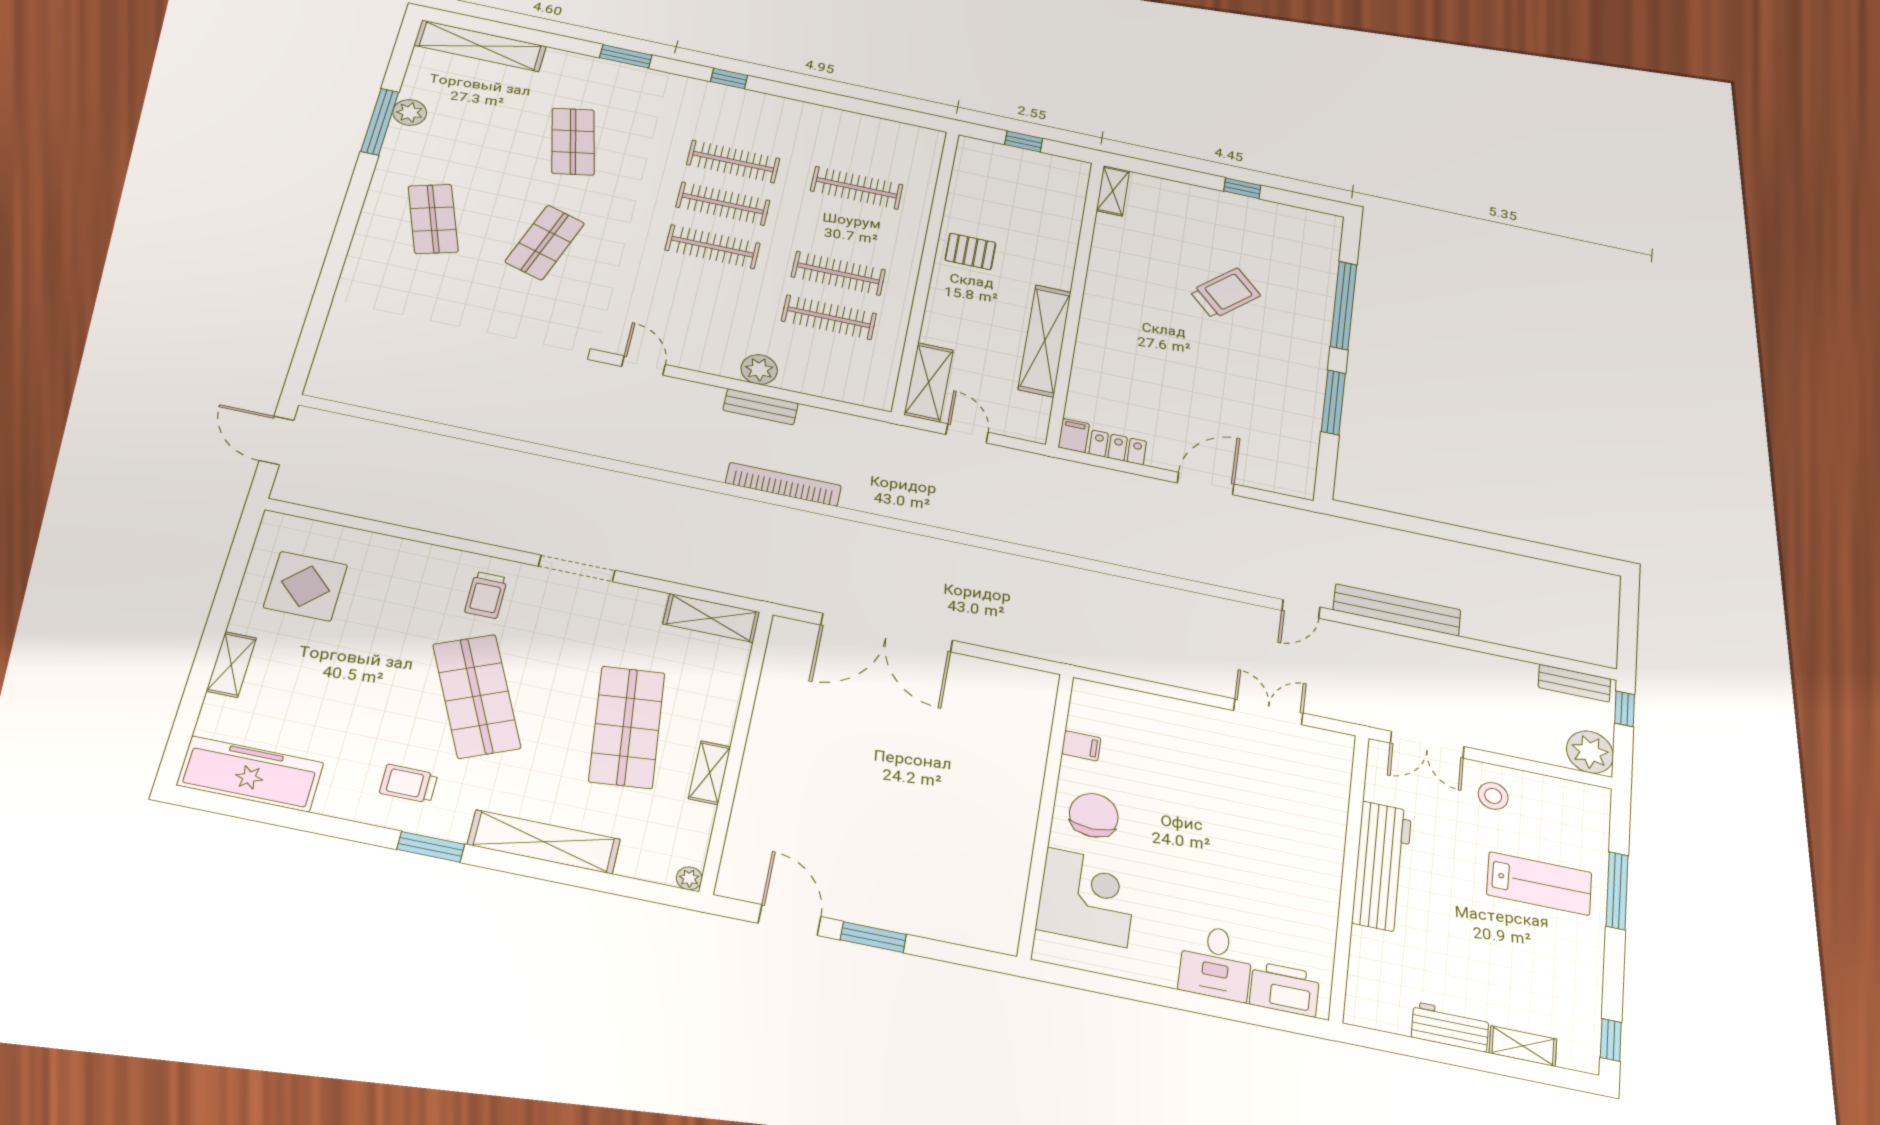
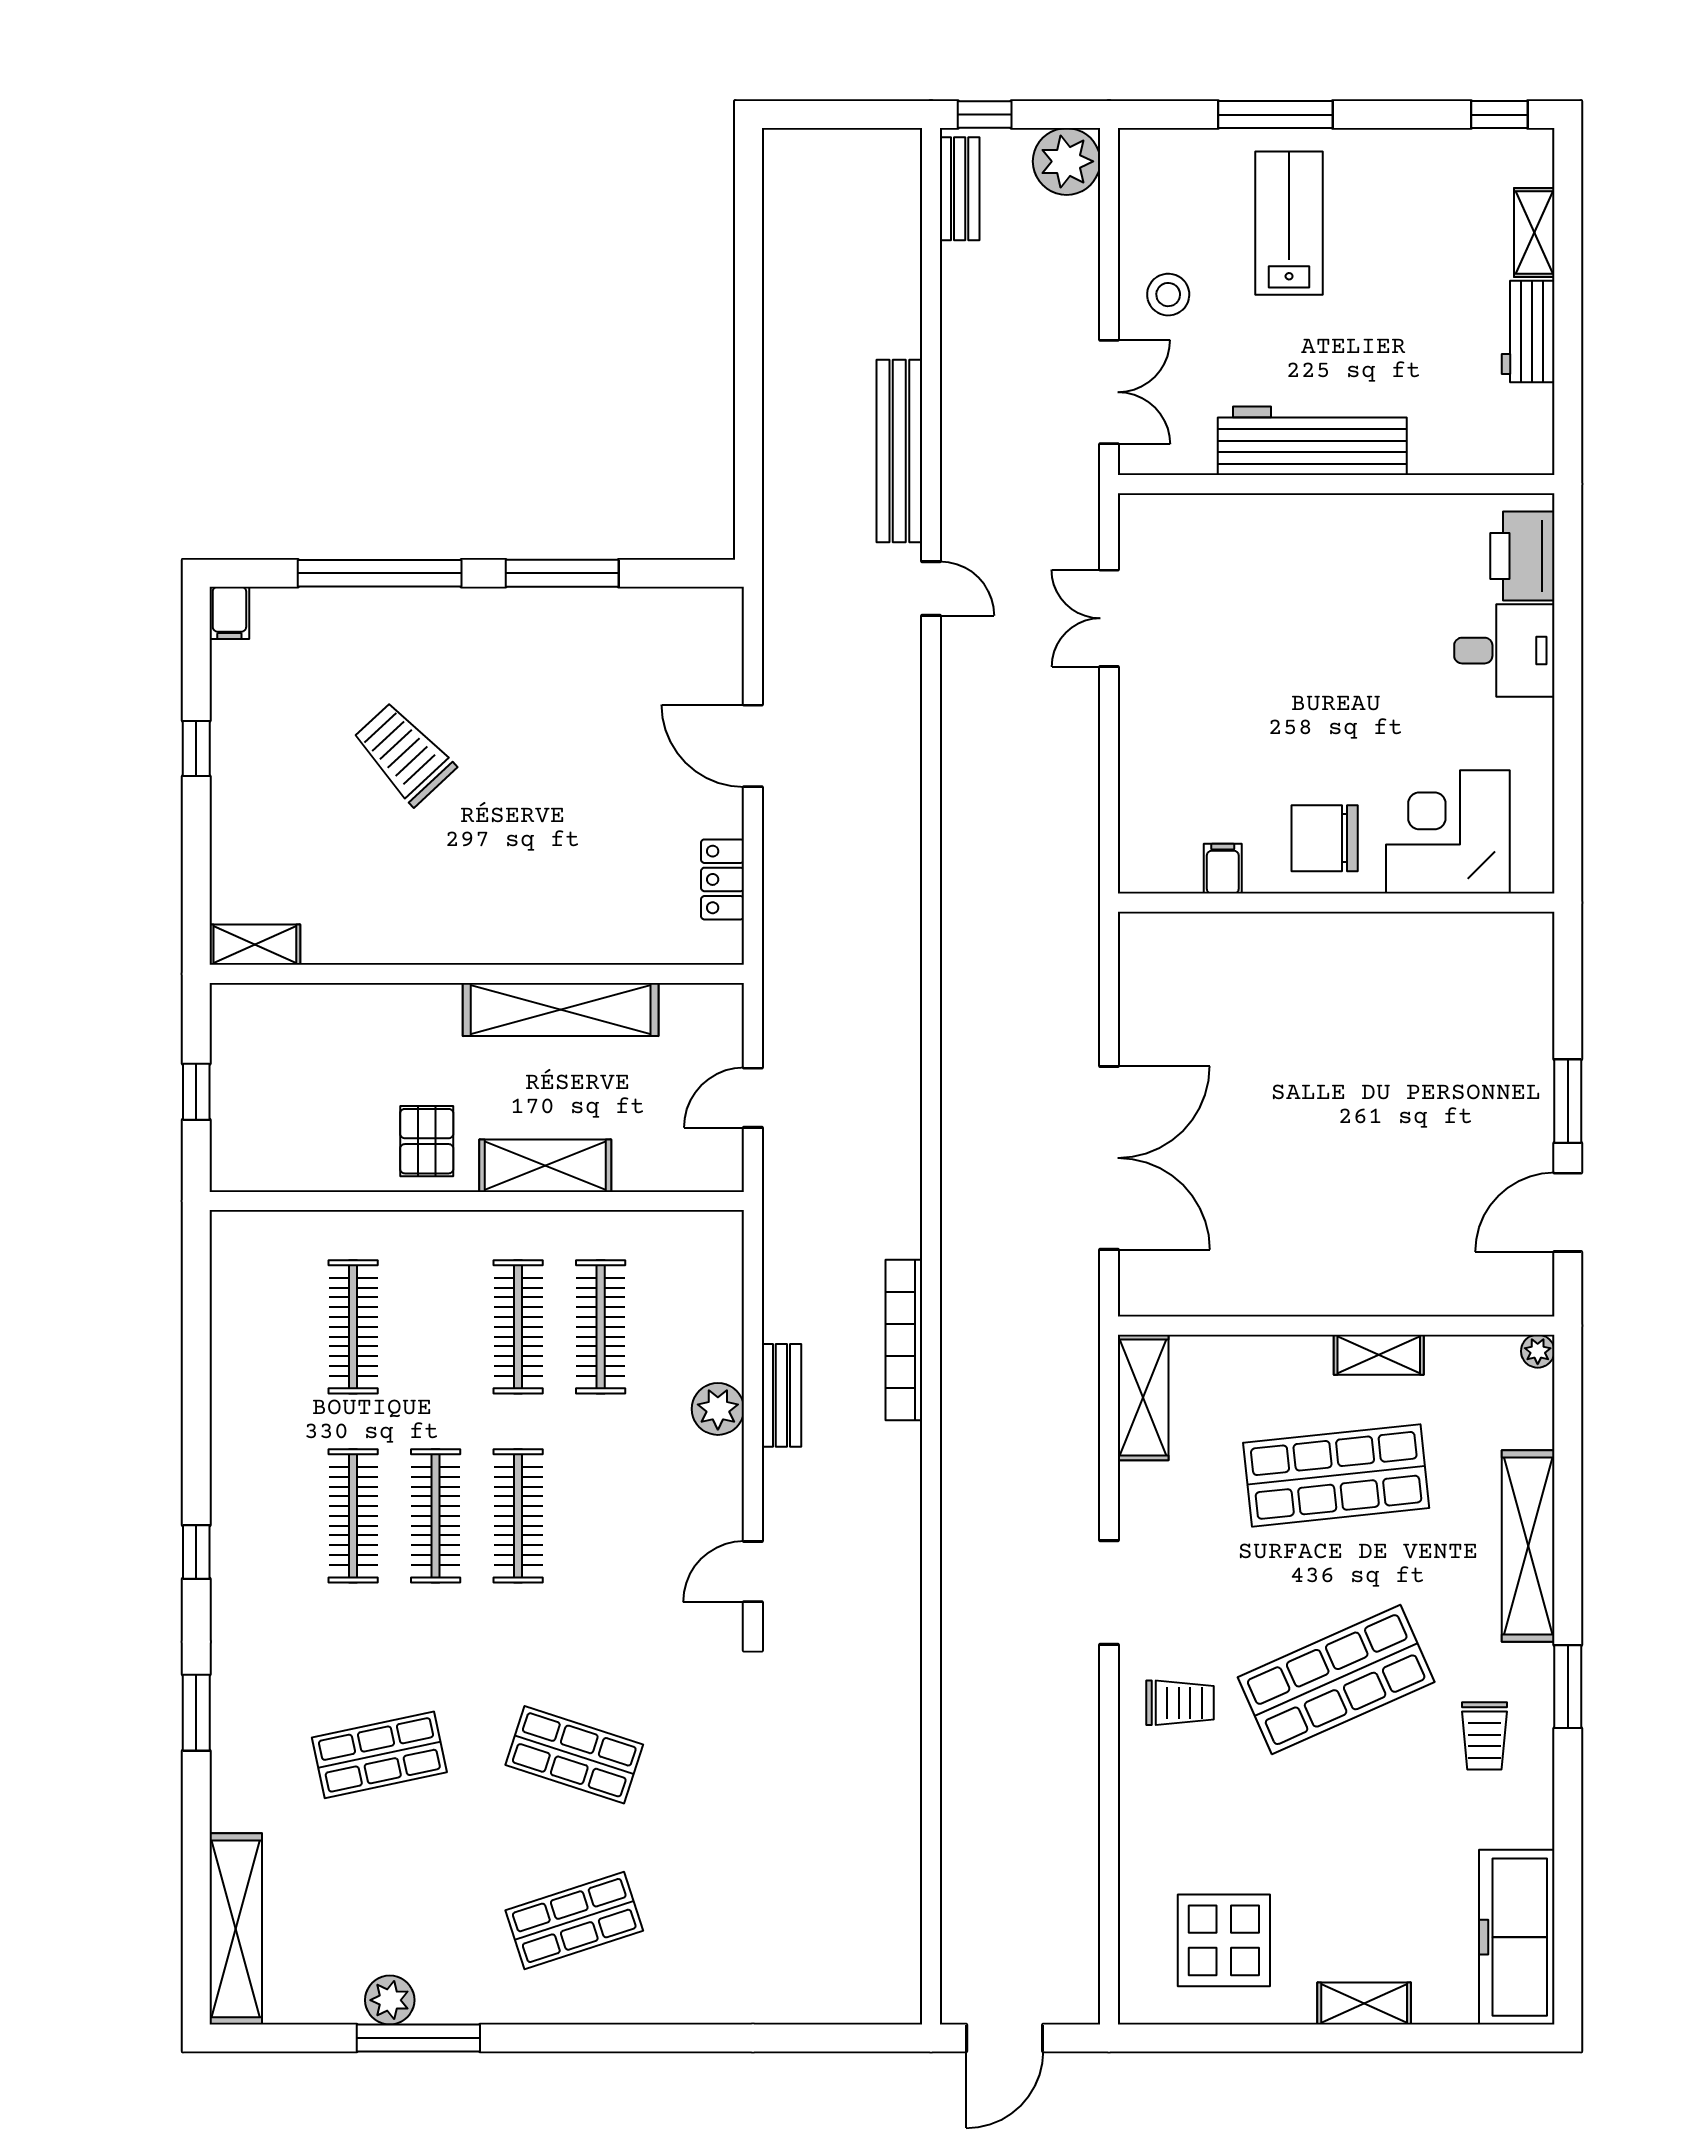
shelving: (929, 382) -> (545, 1166), moved
filing cabinet: (1074, 435) -> (229, 613), moved, turned -90

